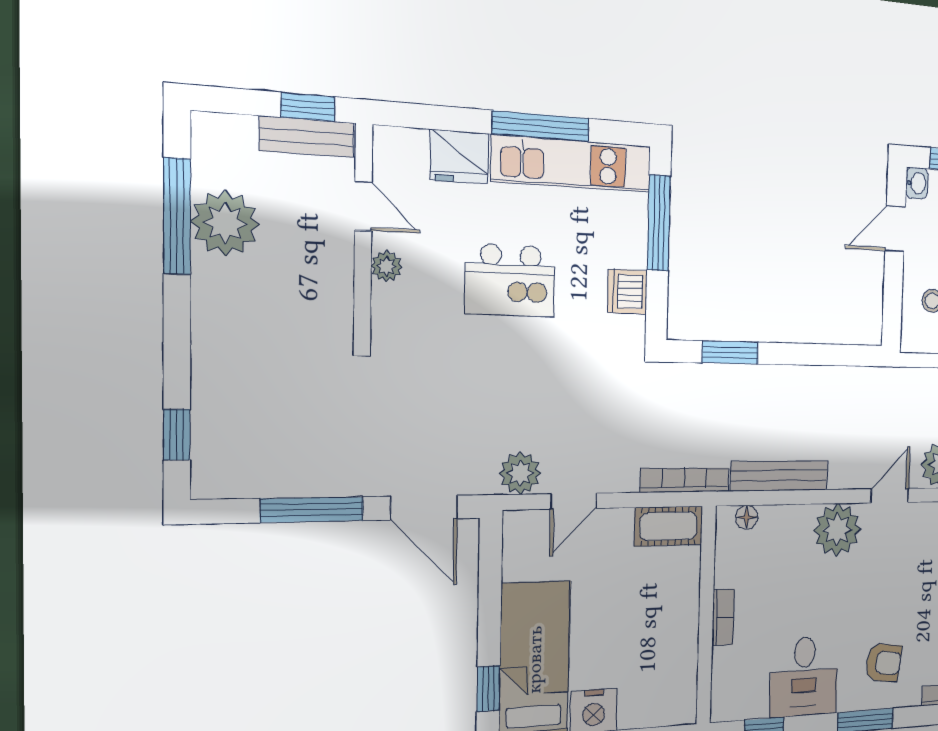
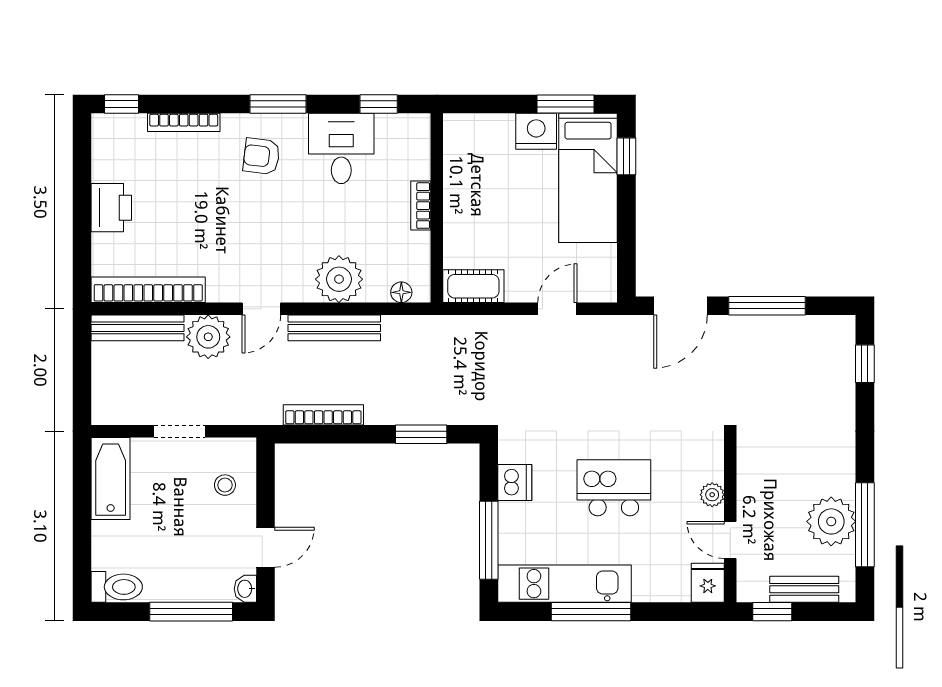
bench: (307, 137) -> (804, 589), moved
fridge: (459, 157) -> (708, 583), moved, width x0.72
plant: (520, 473) -> (603, 333), removed
bench: (779, 476) -> (334, 328), moved
bookcase: (685, 480) -> (323, 415), moved, turned 180
door: (424, 508) -> (681, 306), swing flipped
plant: (837, 530) -> (339, 279), moved

